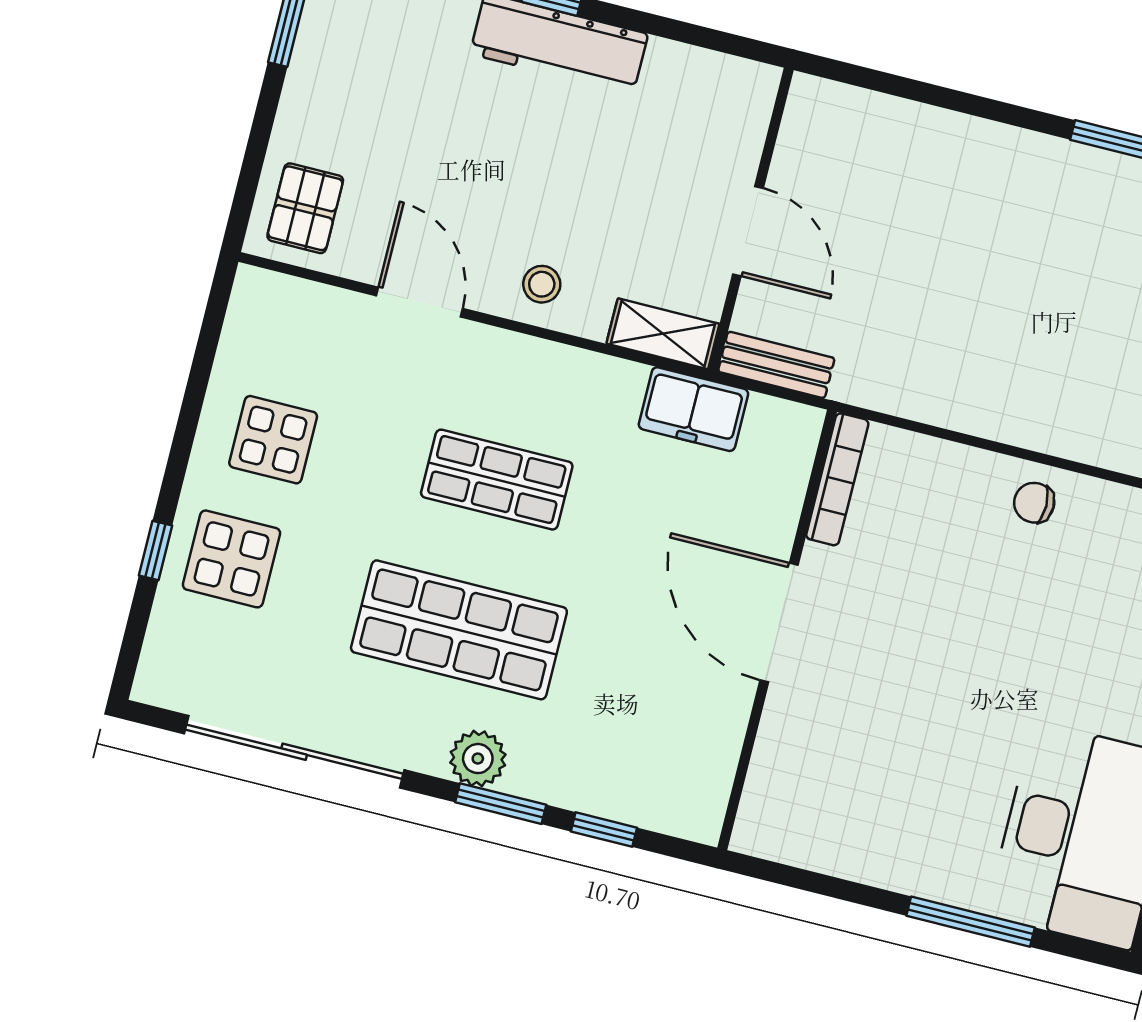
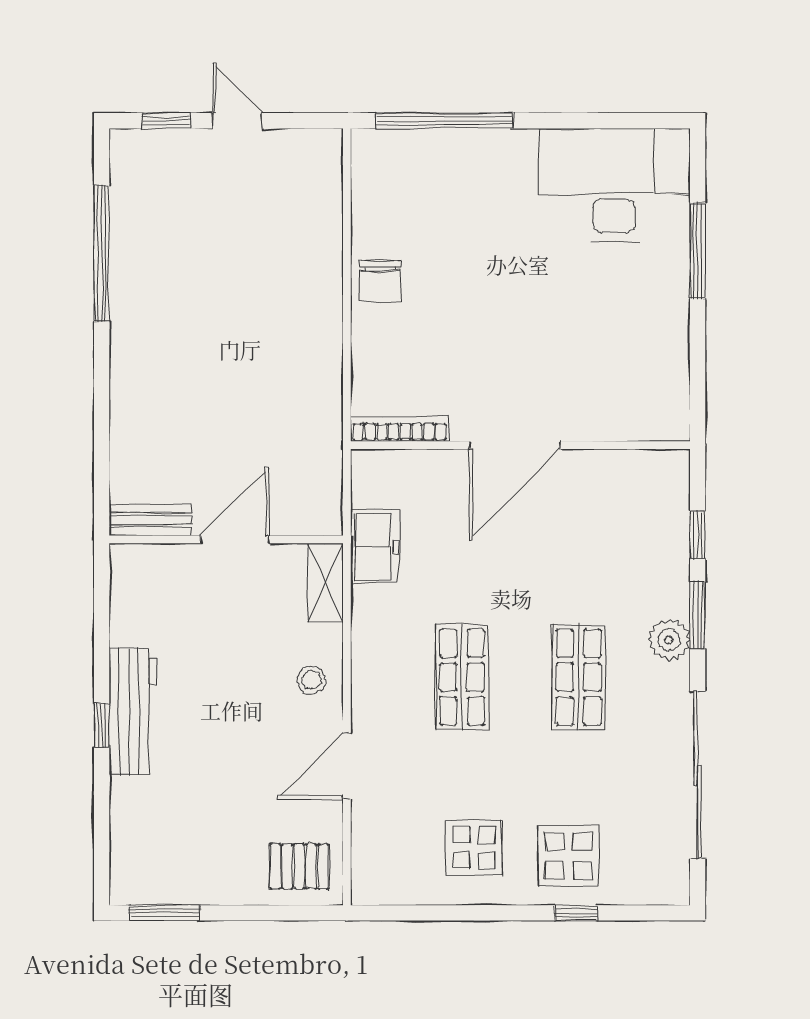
bench: (776, 365) -> (151, 520), moved, turned 90
chair: (1034, 503) -> (380, 281), width x1.37, depth x1.37
shop shelf: (459, 630) -> (579, 677), width x0.70, depth x0.74

